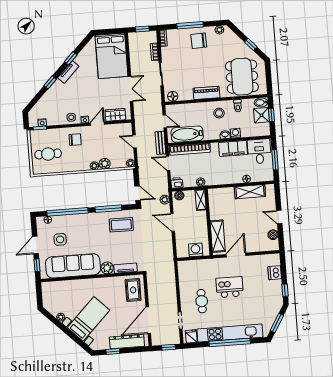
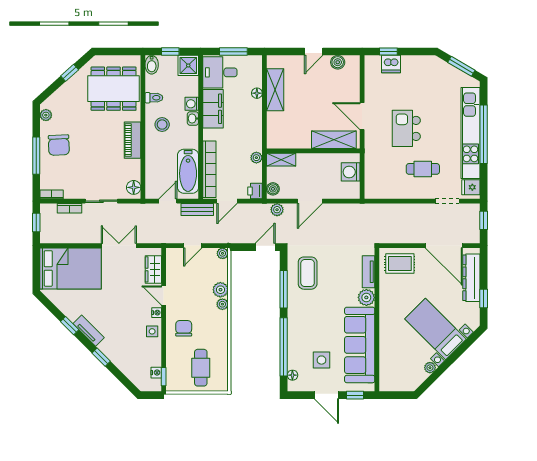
shower: (261, 115) -> (188, 65), moved
window: (285, 290) -> (388, 52), moved

